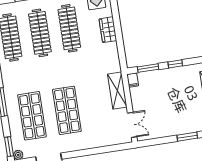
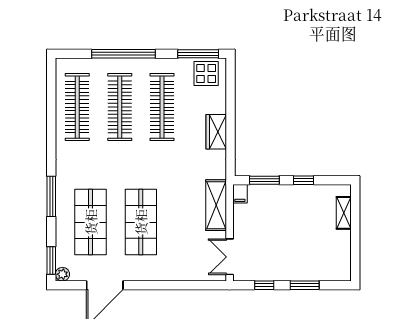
wardrobe: (108, 30) -> (216, 132), moved
double door: (132, 125) -> (230, 257), swing flipped
window: (159, 141) -> (264, 285), added

